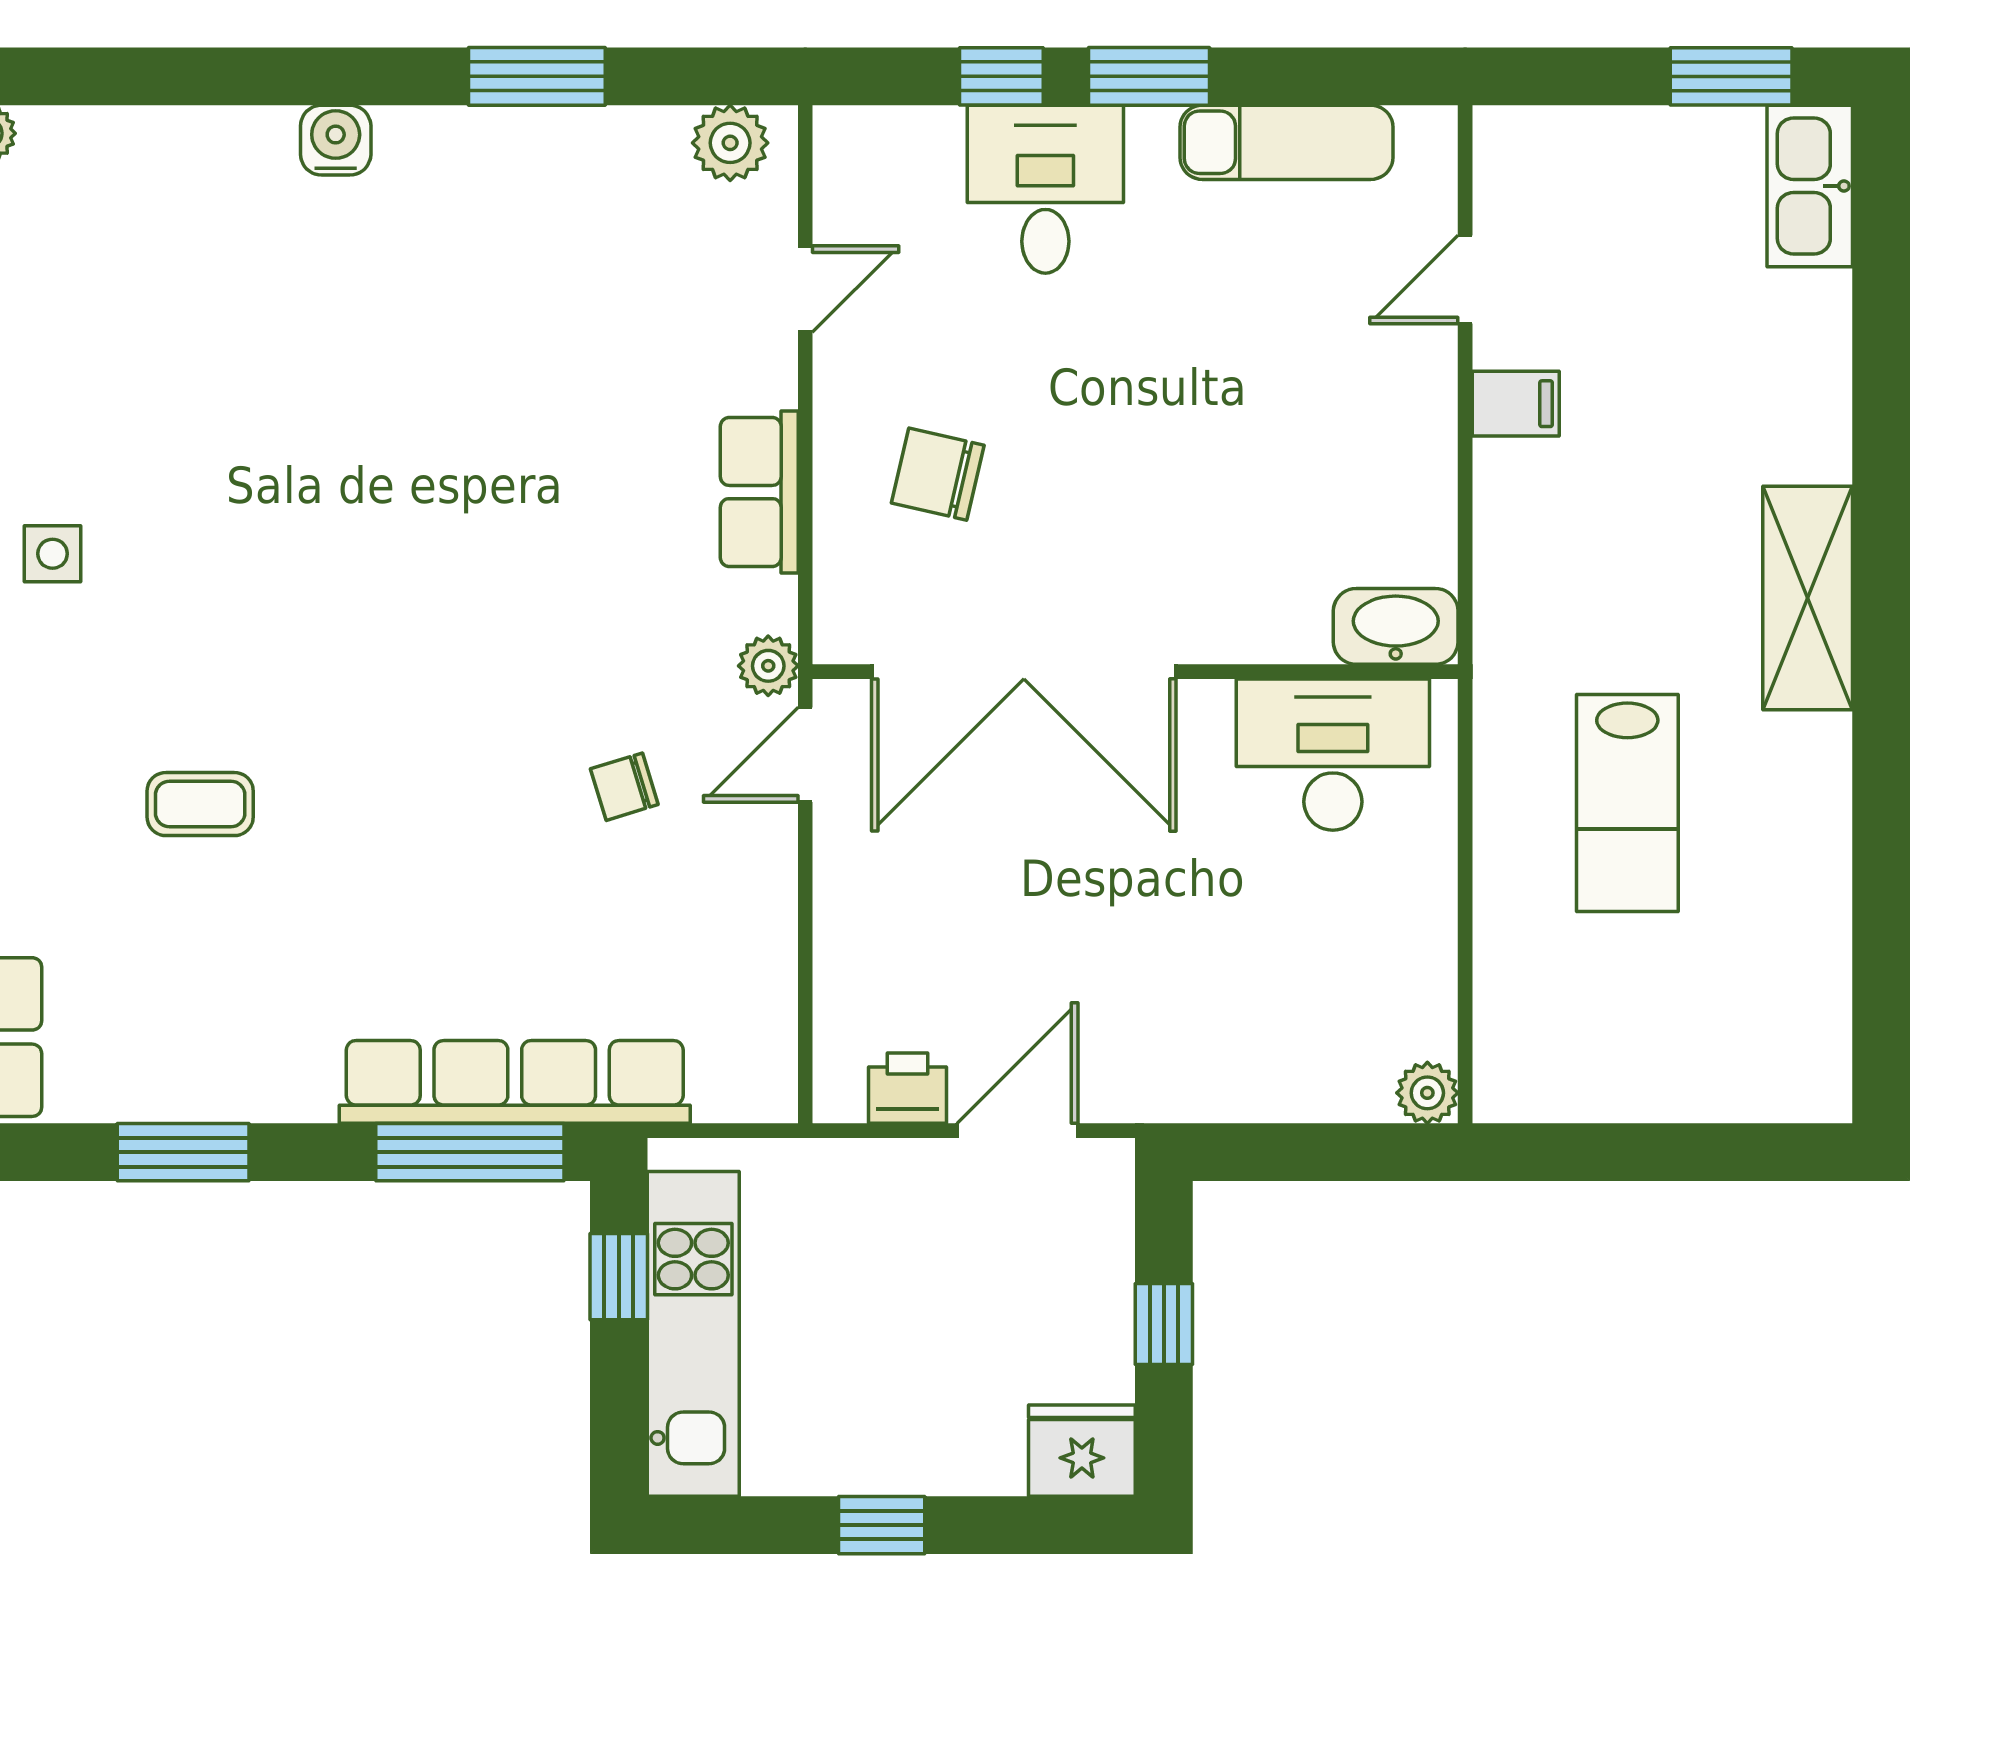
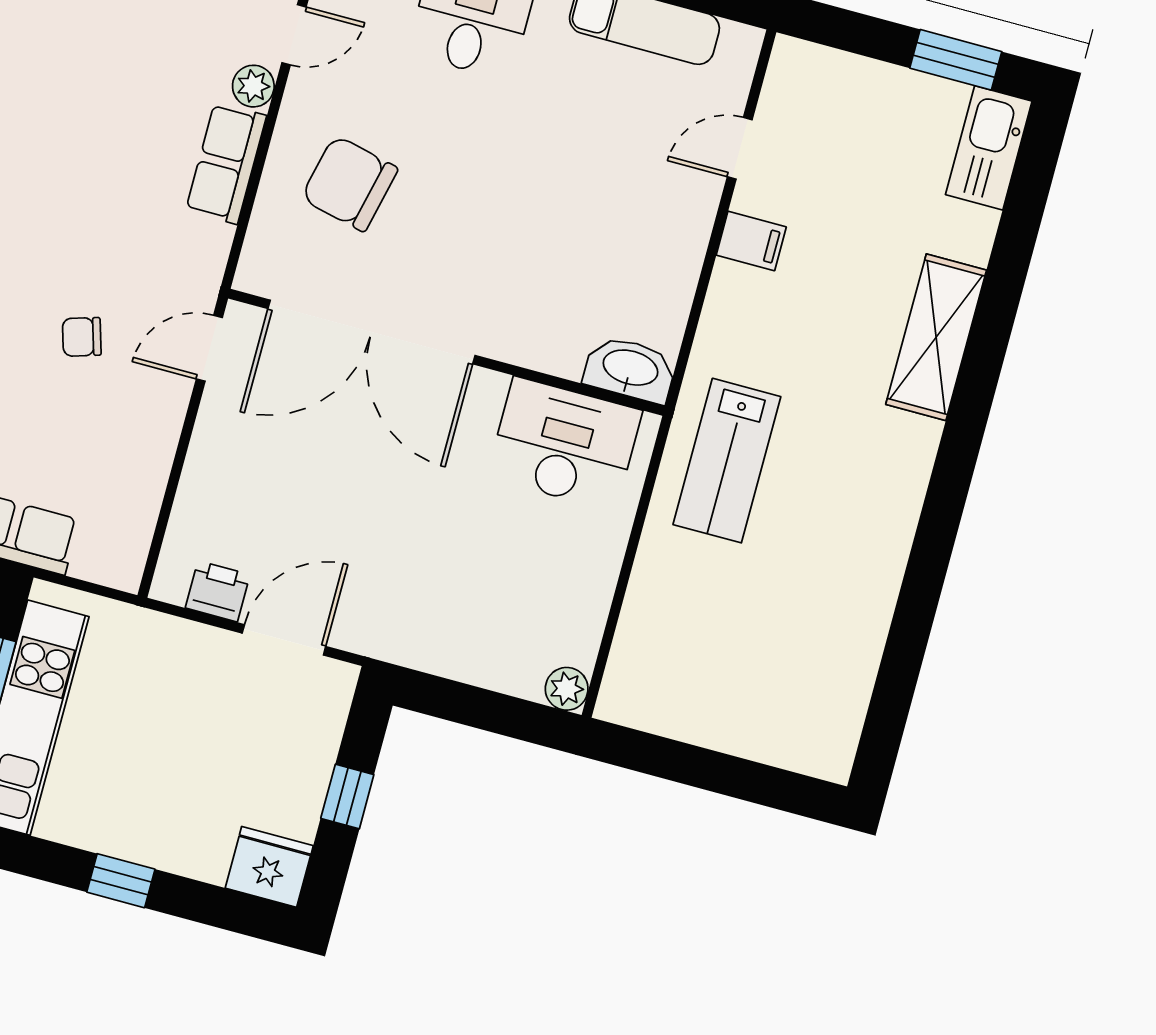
chair: (938, 474) -> (349, 183), width x1.37, depth x1.37
shelving: (1808, 598) -> (936, 337), moved
plant: (768, 666) -> (253, 86), moved
lab bench: (1627, 803) -> (727, 461), moved

